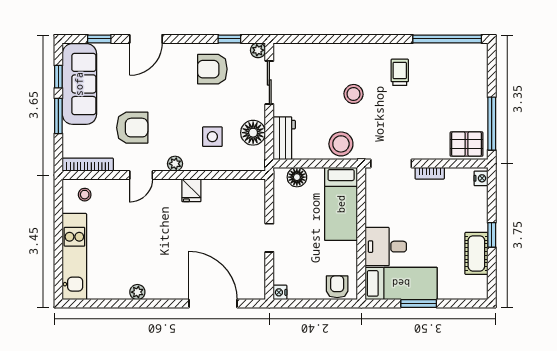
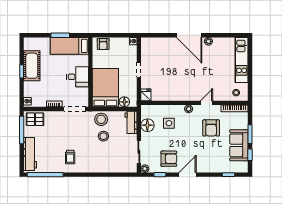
door: (146, 39) -> (187, 175), moved
workbench: (476, 78) -> (30, 154), added
sofa: (79, 84) -> (239, 145), width x0.73
stool: (354, 94) -> (103, 136), moved
armchair: (132, 128) -> (211, 128), turned -90
fridge: (191, 190) -> (146, 95), moved
bed: (341, 204) -> (105, 88), width x1.50
desk: (386, 247) -> (77, 77), moved
cot: (476, 253) -> (32, 66), width x1.37, depth x1.34
door: (213, 303) -> (189, 35), moved

